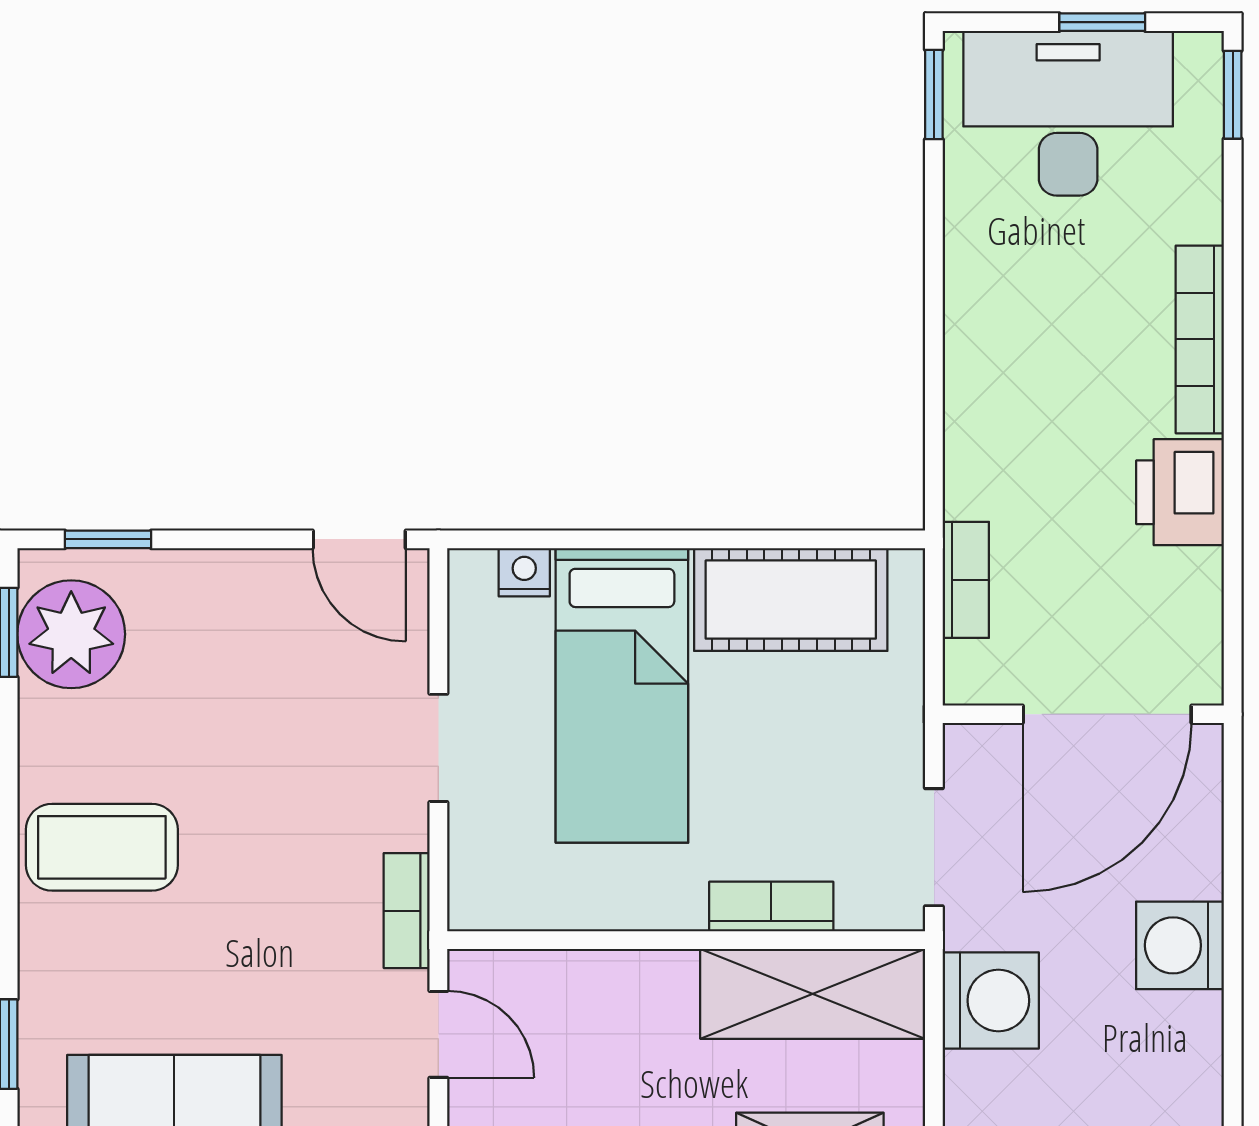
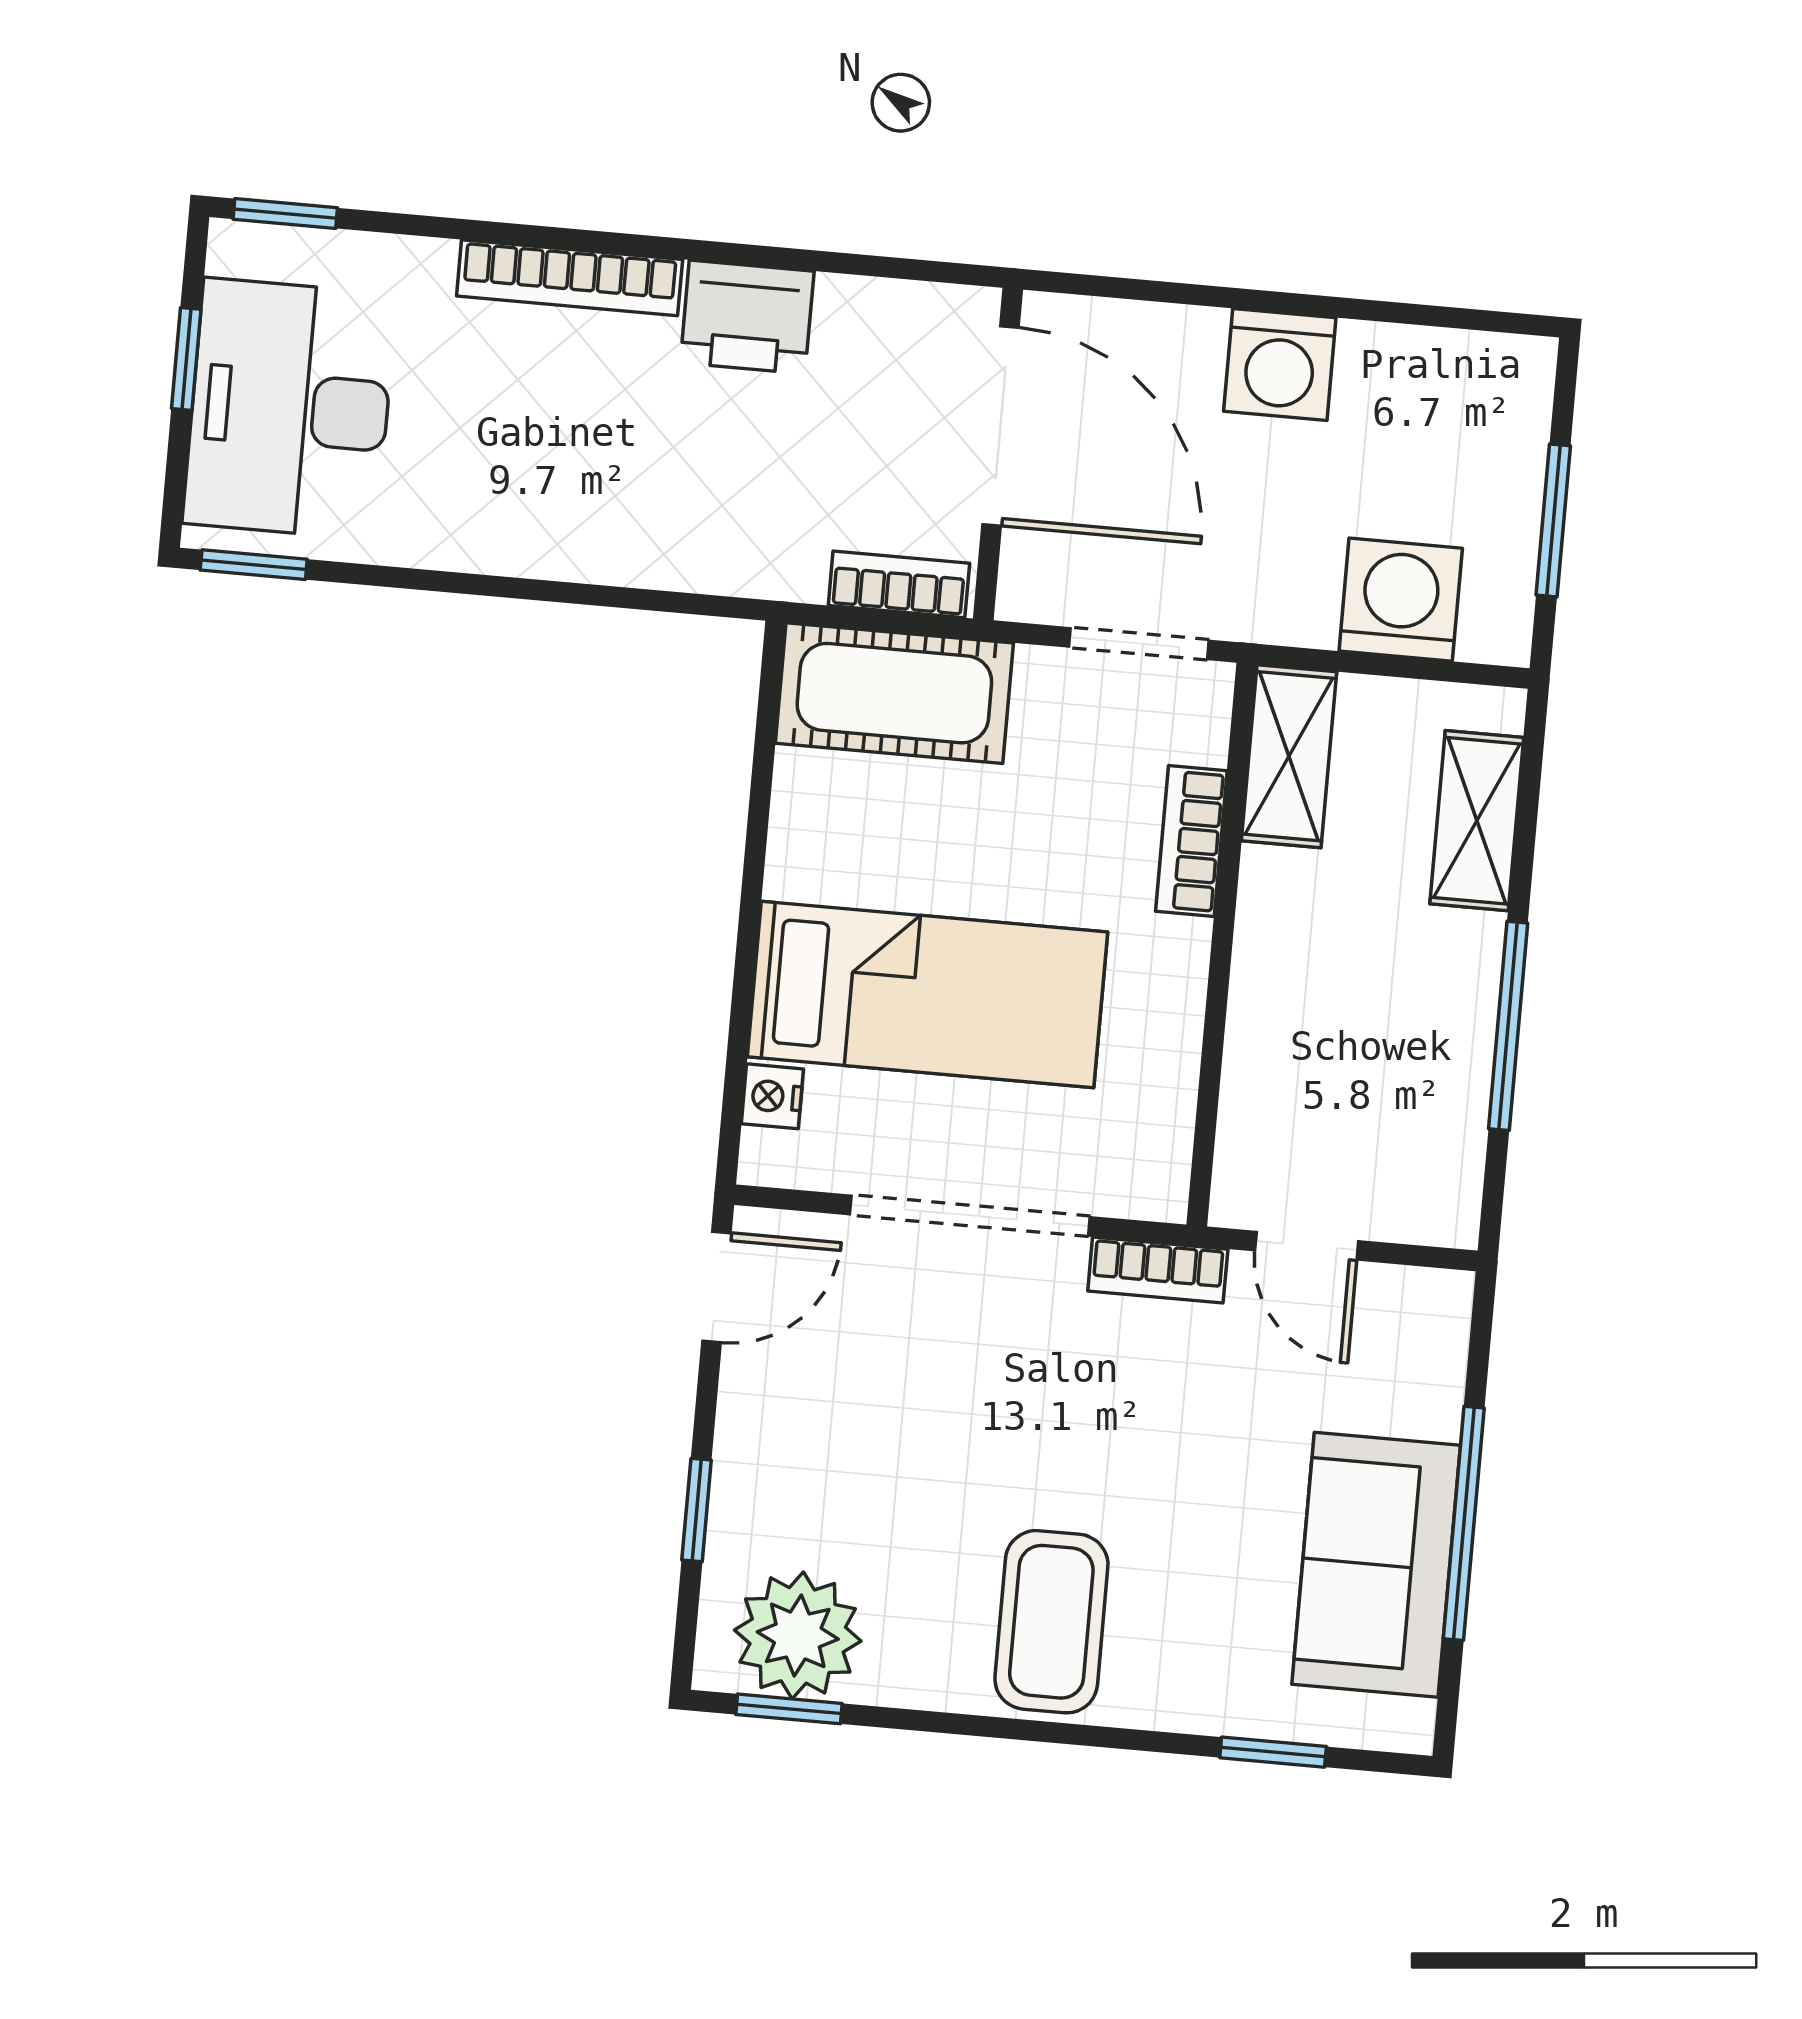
window: (108, 539) -> (697, 1510), moved
bookcase: (966, 580) -> (899, 584), moved
cot: (791, 600) -> (894, 693), moved, turned 90
doorway: (438, 748) -> (970, 1216), width x1.88
shelving: (813, 994) -> (1289, 756), width x0.67, depth x0.75
washing machine: (991, 1001) -> (1401, 600), moved
door: (438, 1034) -> (1307, 1246), swing flipped

